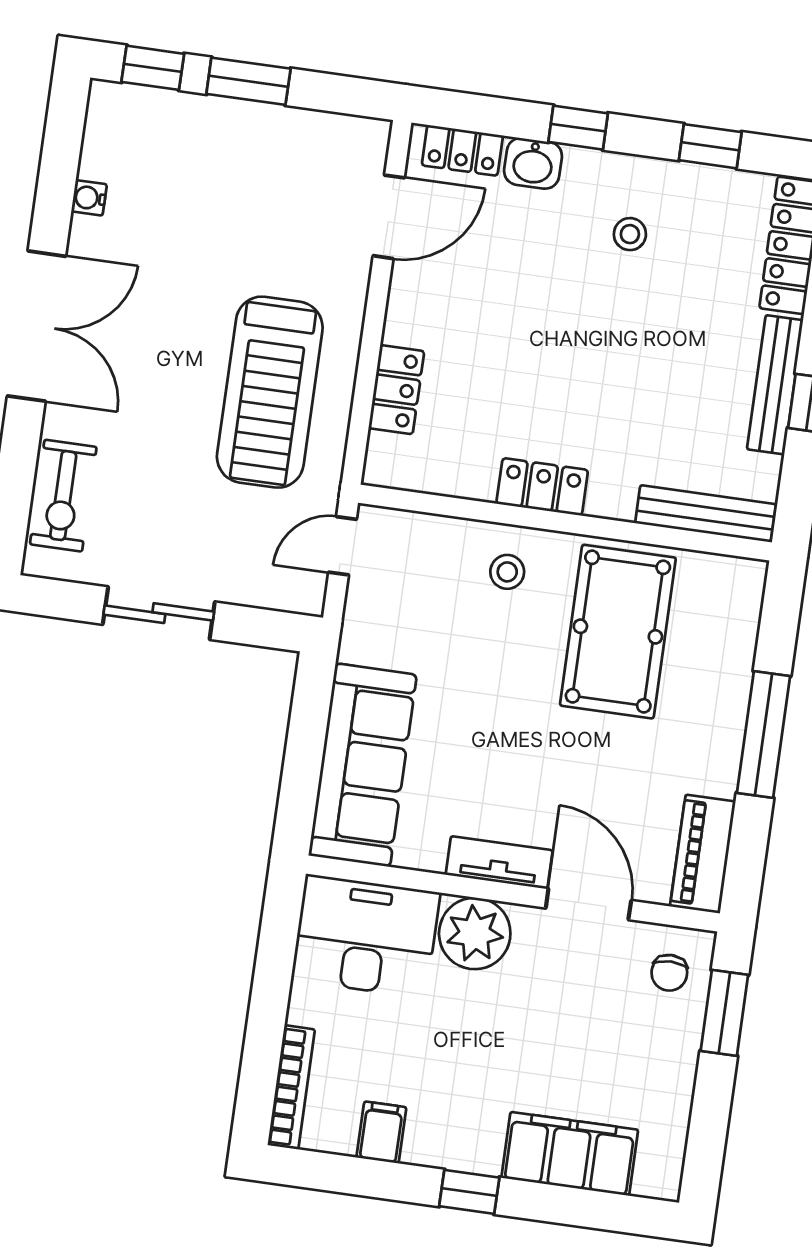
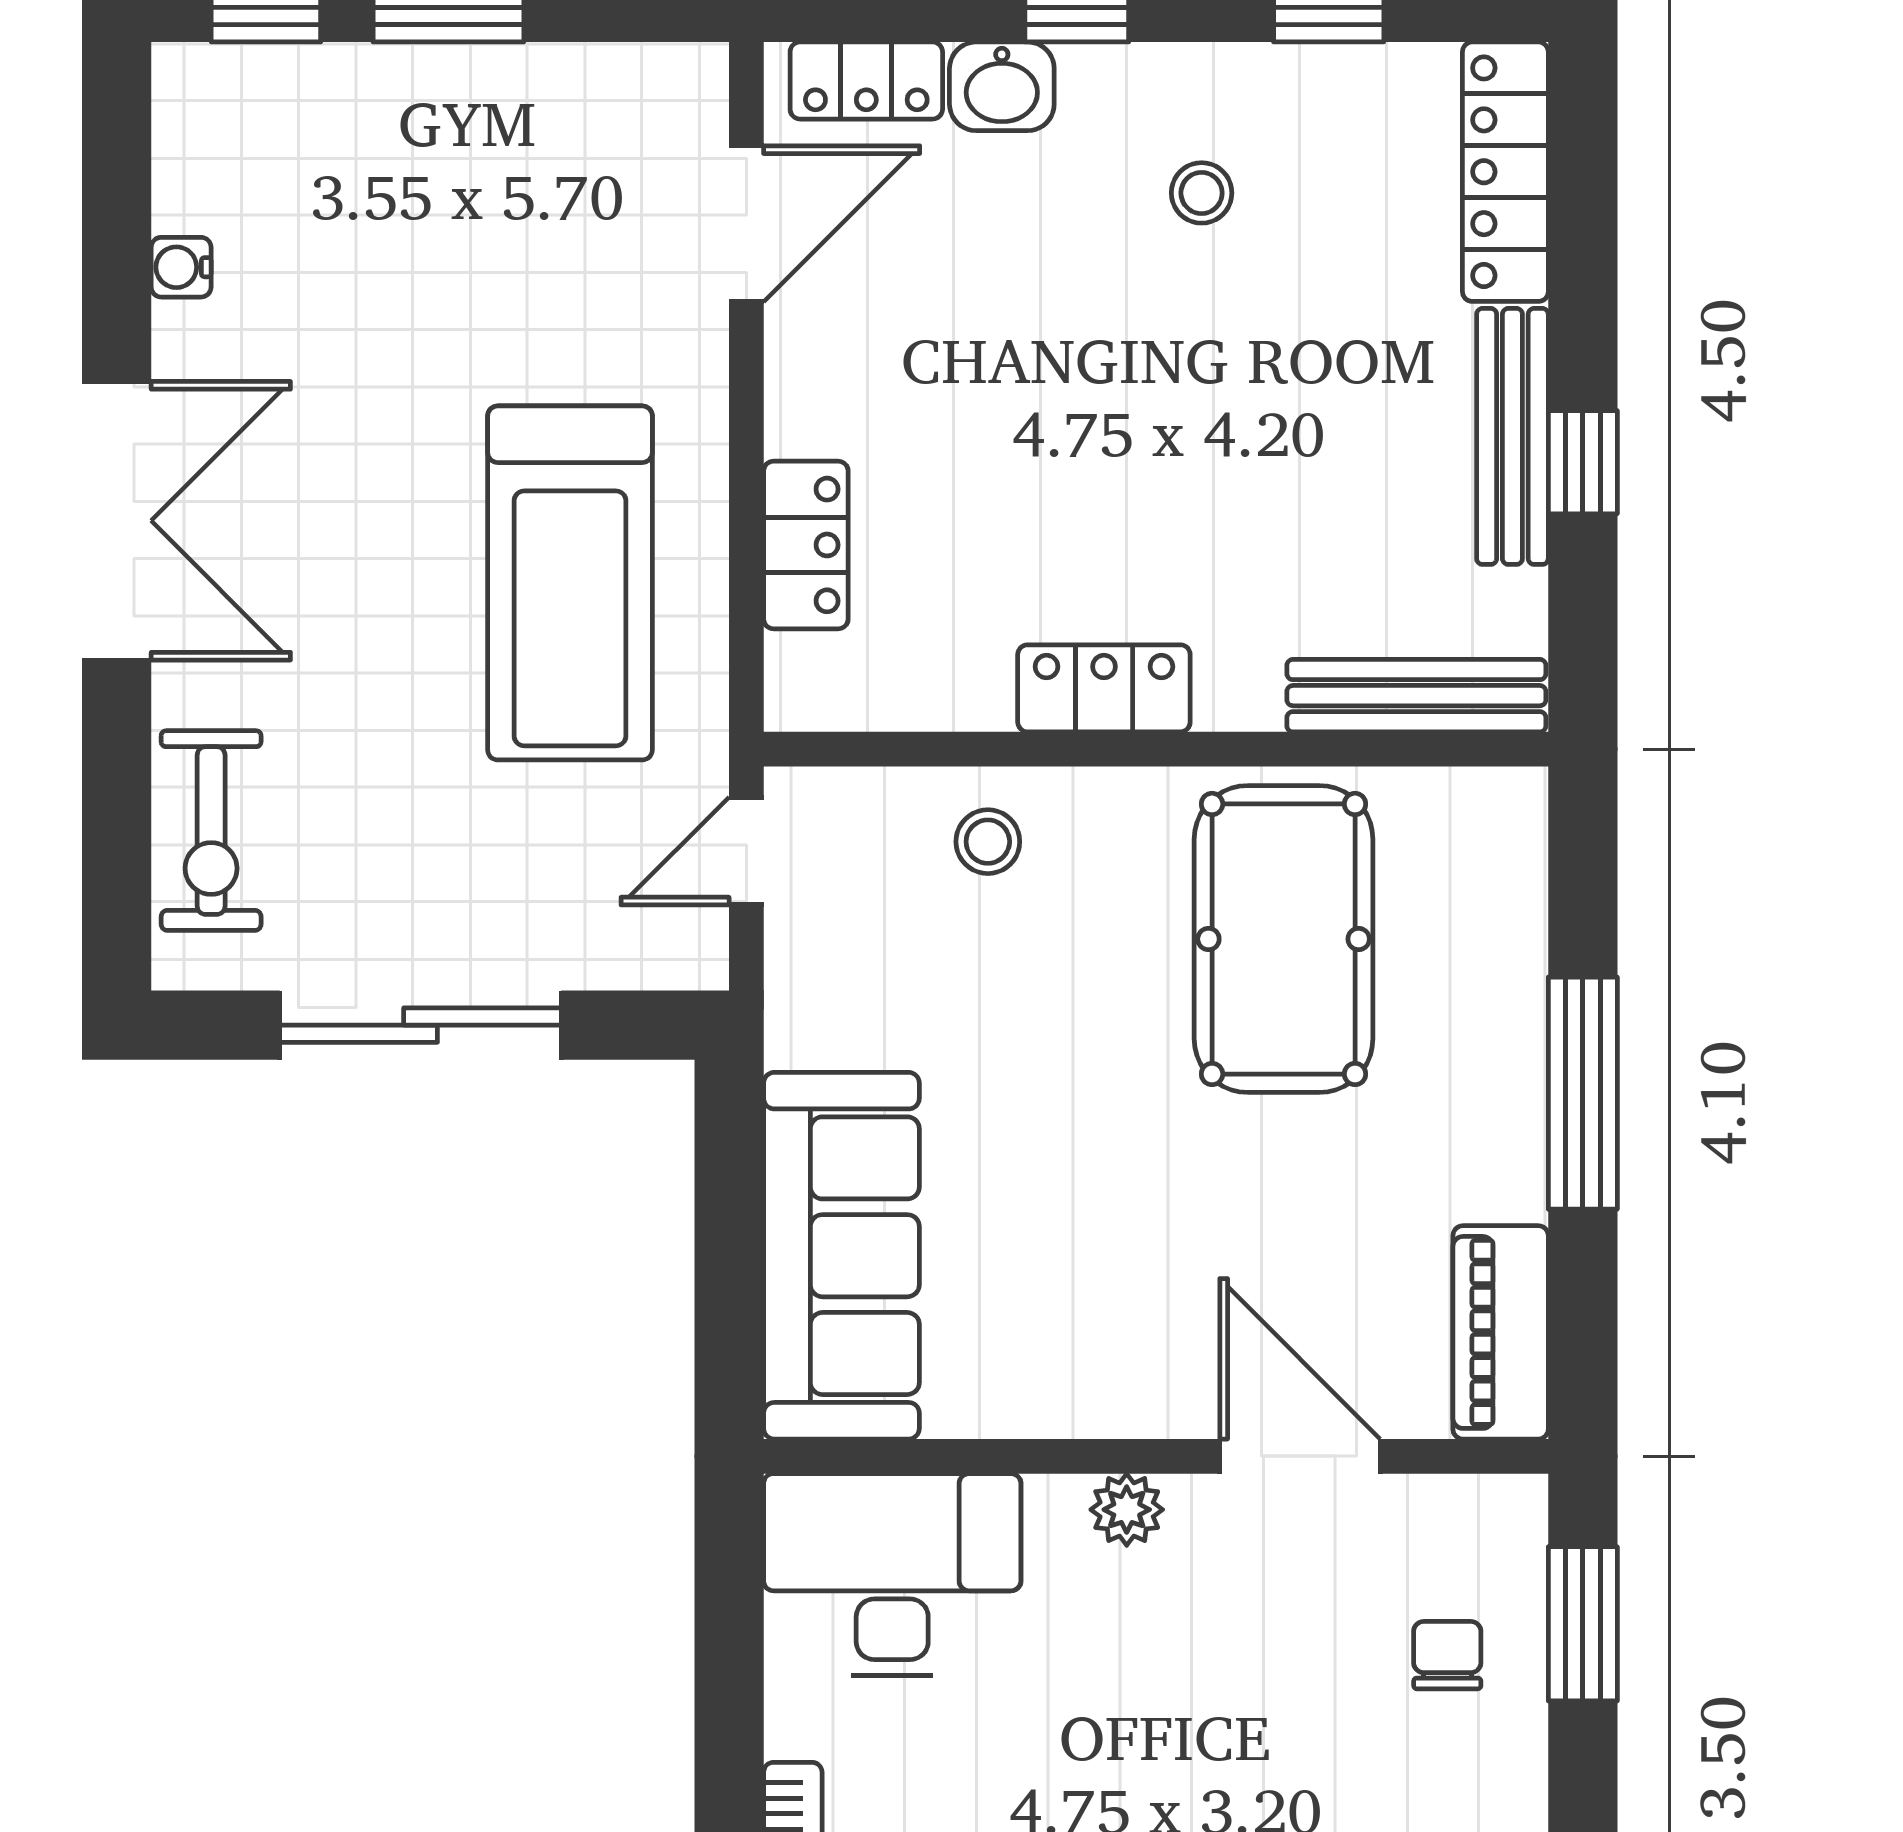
stool: (507, 572) -> (988, 842), moved
sliding door: (159, 613) -> (421, 1025), width x1.37
tv unit: (499, 863) -> (1122, 1402), removed
plant: (475, 933) -> (1127, 1510), width x0.53, depth x0.53
chair: (669, 973) -> (1447, 1655), moved, turned 180

